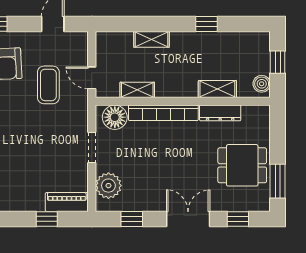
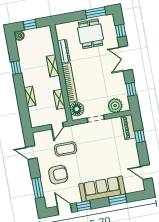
boiler: (262, 84) -> (19, 36), moved
shelving: (217, 89) -> (53, 66), moved

